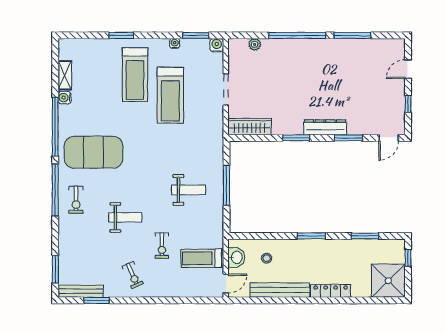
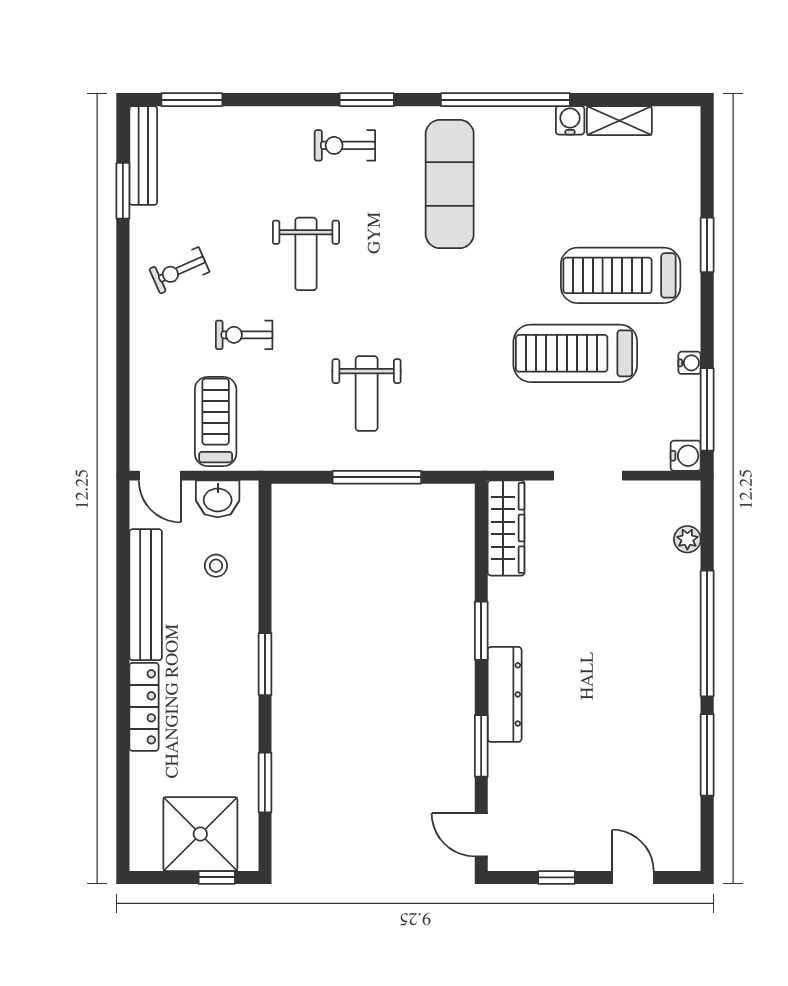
window: (196, 35) -> (707, 409), width x1.44
exercise mat: (94, 152) -> (450, 184), width x0.68
window: (55, 190) -> (367, 100), width x0.47
shower: (388, 281) -> (200, 834), moved

